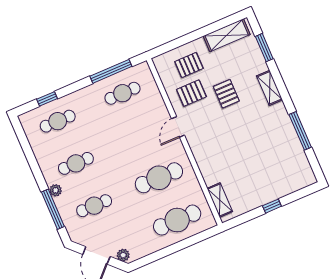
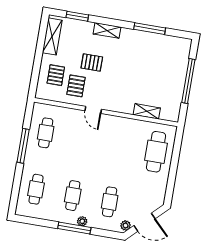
window: (111, 71) -> (23, 146), moved
window: (47, 99) -> (16, 187), removed
cafe table: (159, 178) -> (119, 145), removed
shelving: (220, 200) -> (147, 111), moved
window: (272, 206) -> (188, 81), width x3.17
window: (53, 209) -> (74, 228), moved
plant: (123, 255) -> (126, 225), moved

